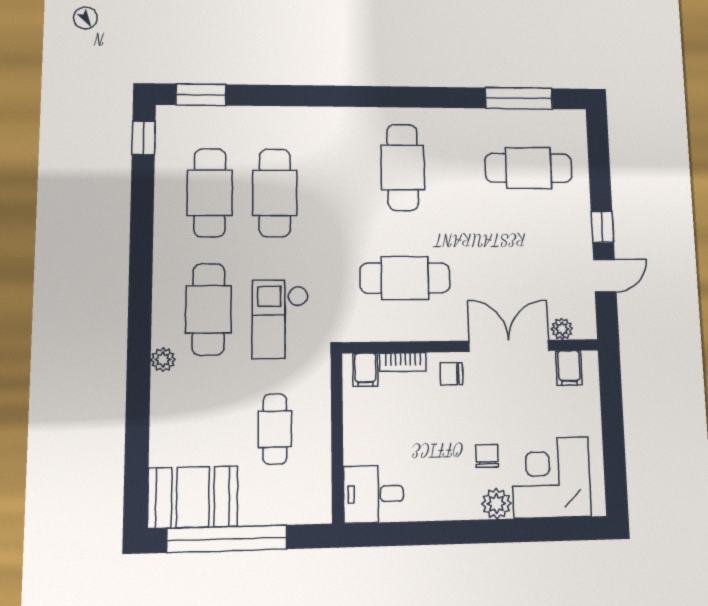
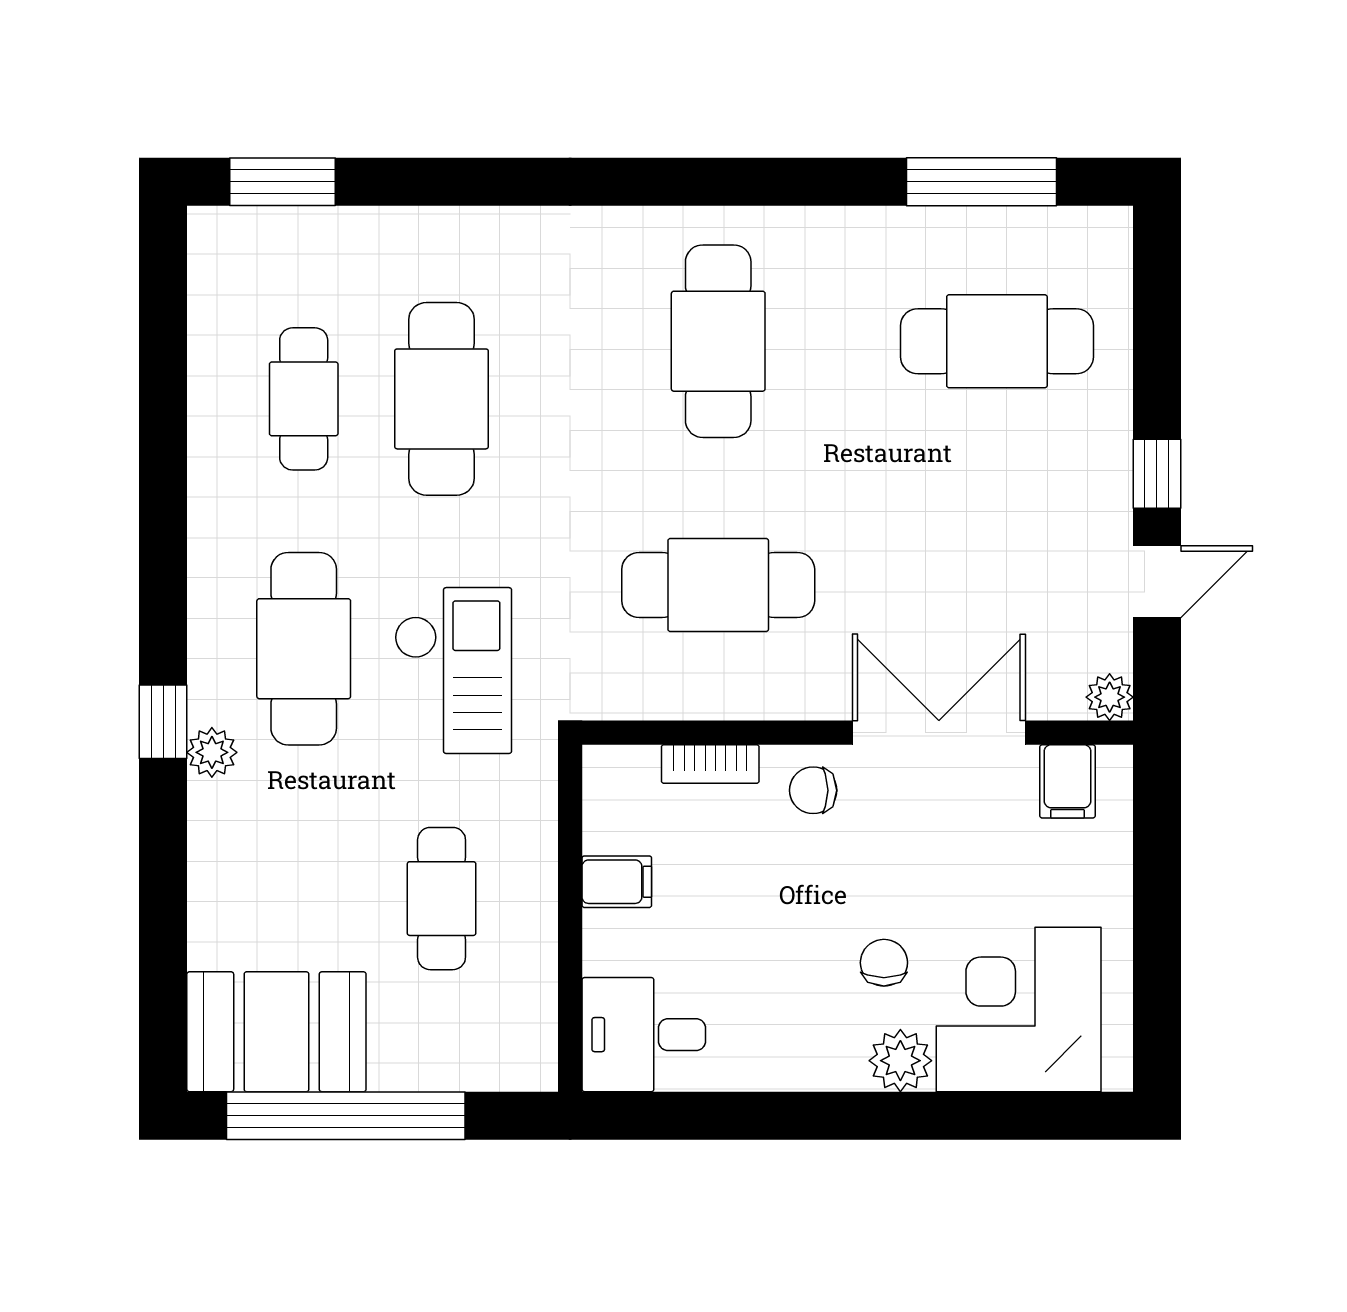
window: (144, 138) -> (163, 722), moved
cafe table: (210, 193) -> (304, 399), width x0.73, depth x0.74
checkout: (280, 319) -> (453, 671), turned 180
plant: (562, 329) -> (1110, 697), moved
filing cabinet: (365, 370) -> (617, 882), moved, turned -90

